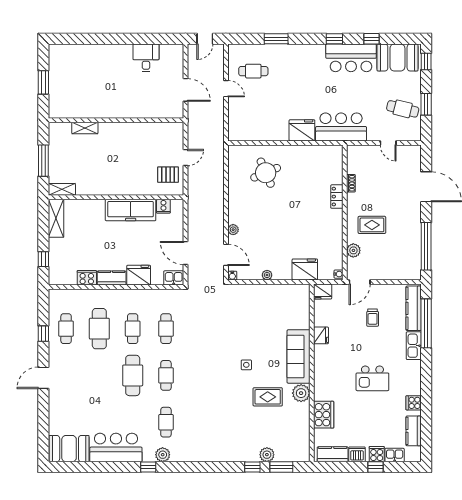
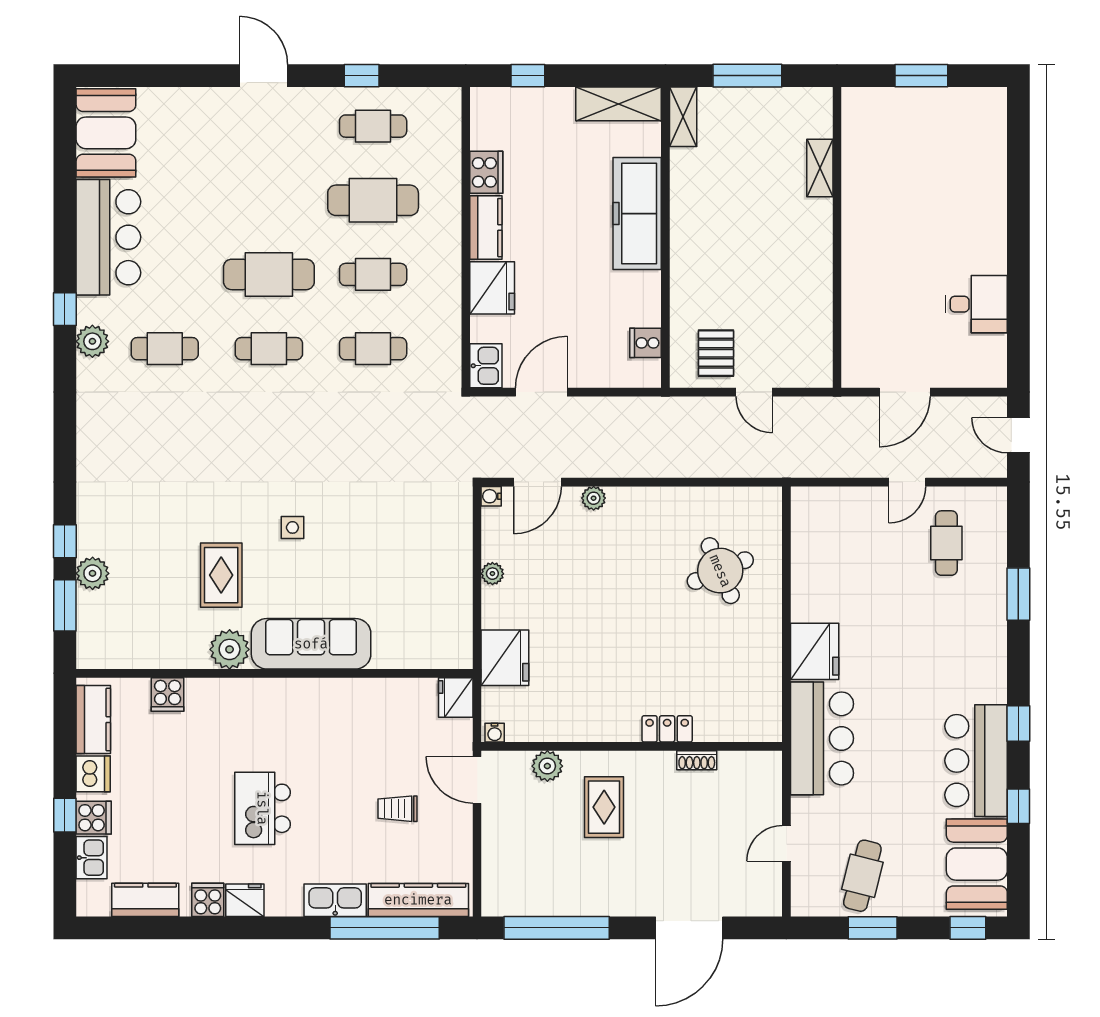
freezer: (131, 210) -> (637, 214), moved
fridge: (321, 335) -> (245, 900), moved, turned 180
cooker: (324, 415) -> (168, 694), width x0.53, depth x0.76

